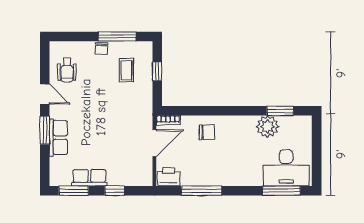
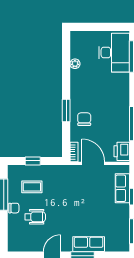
wheelchair: (67, 70) -> (35, 217), moved
window: (280, 111) -> (66, 111), moved
plant: (268, 127) -> (75, 64), width x0.53, depth x0.53
row of seats: (89, 178) -> (122, 188), moved

